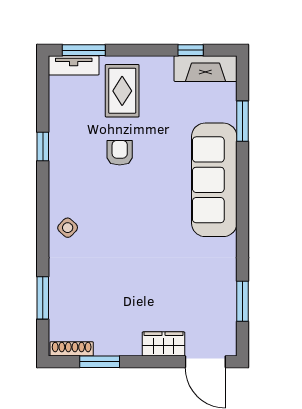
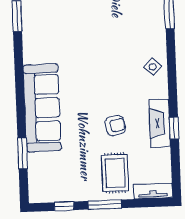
window: (84, 50) -> (105, 205), moved
fireplace: (205, 69) -> (160, 123), moved, turned -90
armchair: (120, 153) -> (115, 126), turned -101

